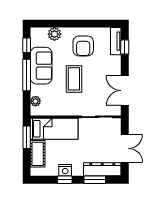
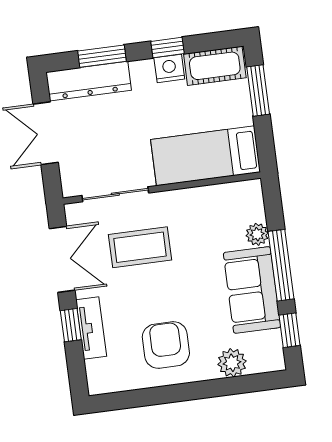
tv unit: (116, 41) -> (91, 328), moved
window: (125, 47) -> (71, 325), moved
coffee table: (74, 79) -> (140, 247), moved, turned 90
plant: (36, 101) -> (257, 234), moved
window: (27, 137) -> (258, 91), moved
cot: (38, 154) -> (215, 66), moved, turned 90

